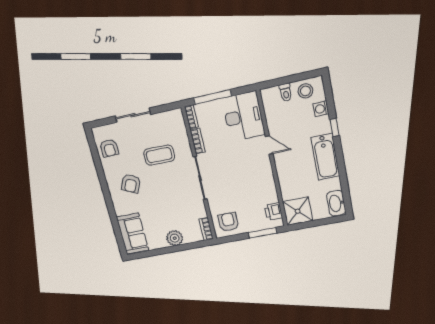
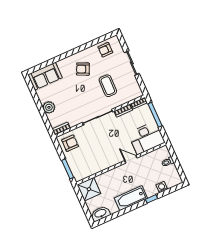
stool: (305, 91) -> (171, 174), removed
door: (269, 145) -> (131, 159), swing flipped
printer: (274, 212) -> (85, 173), removed

